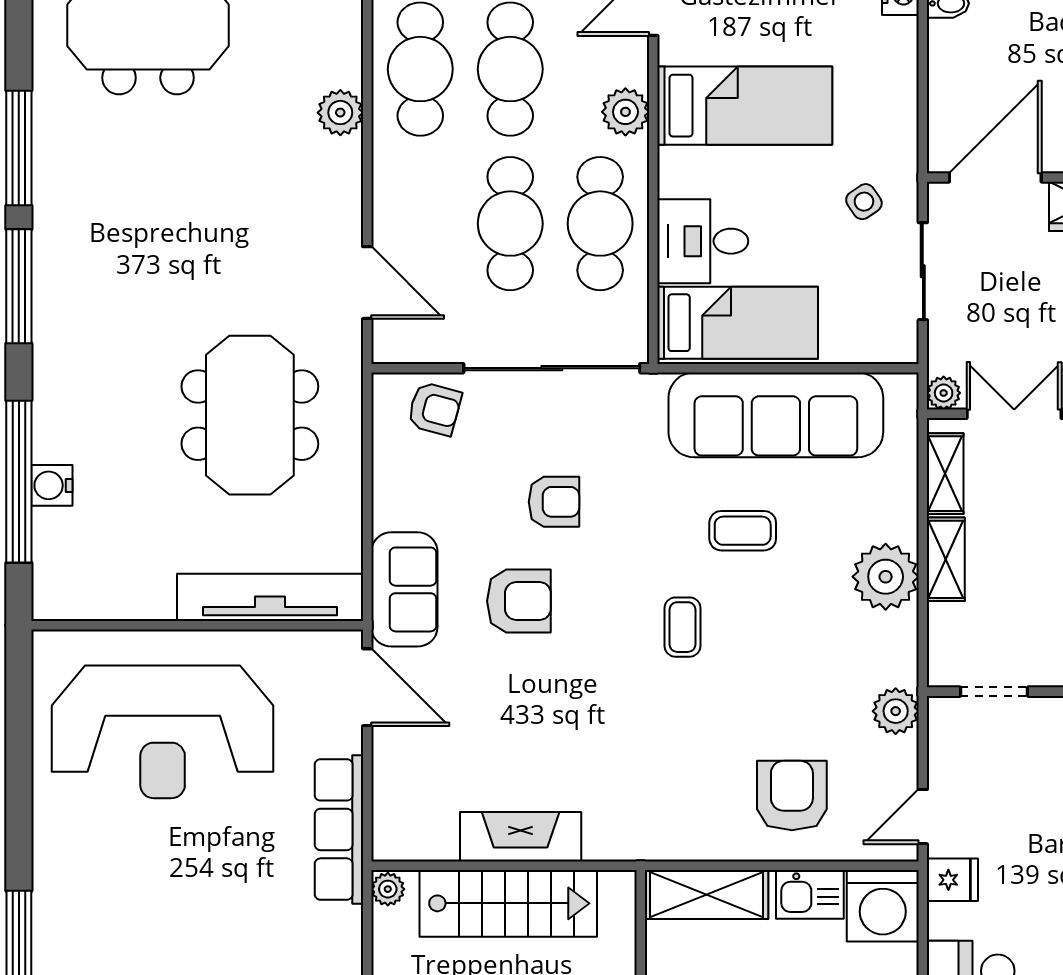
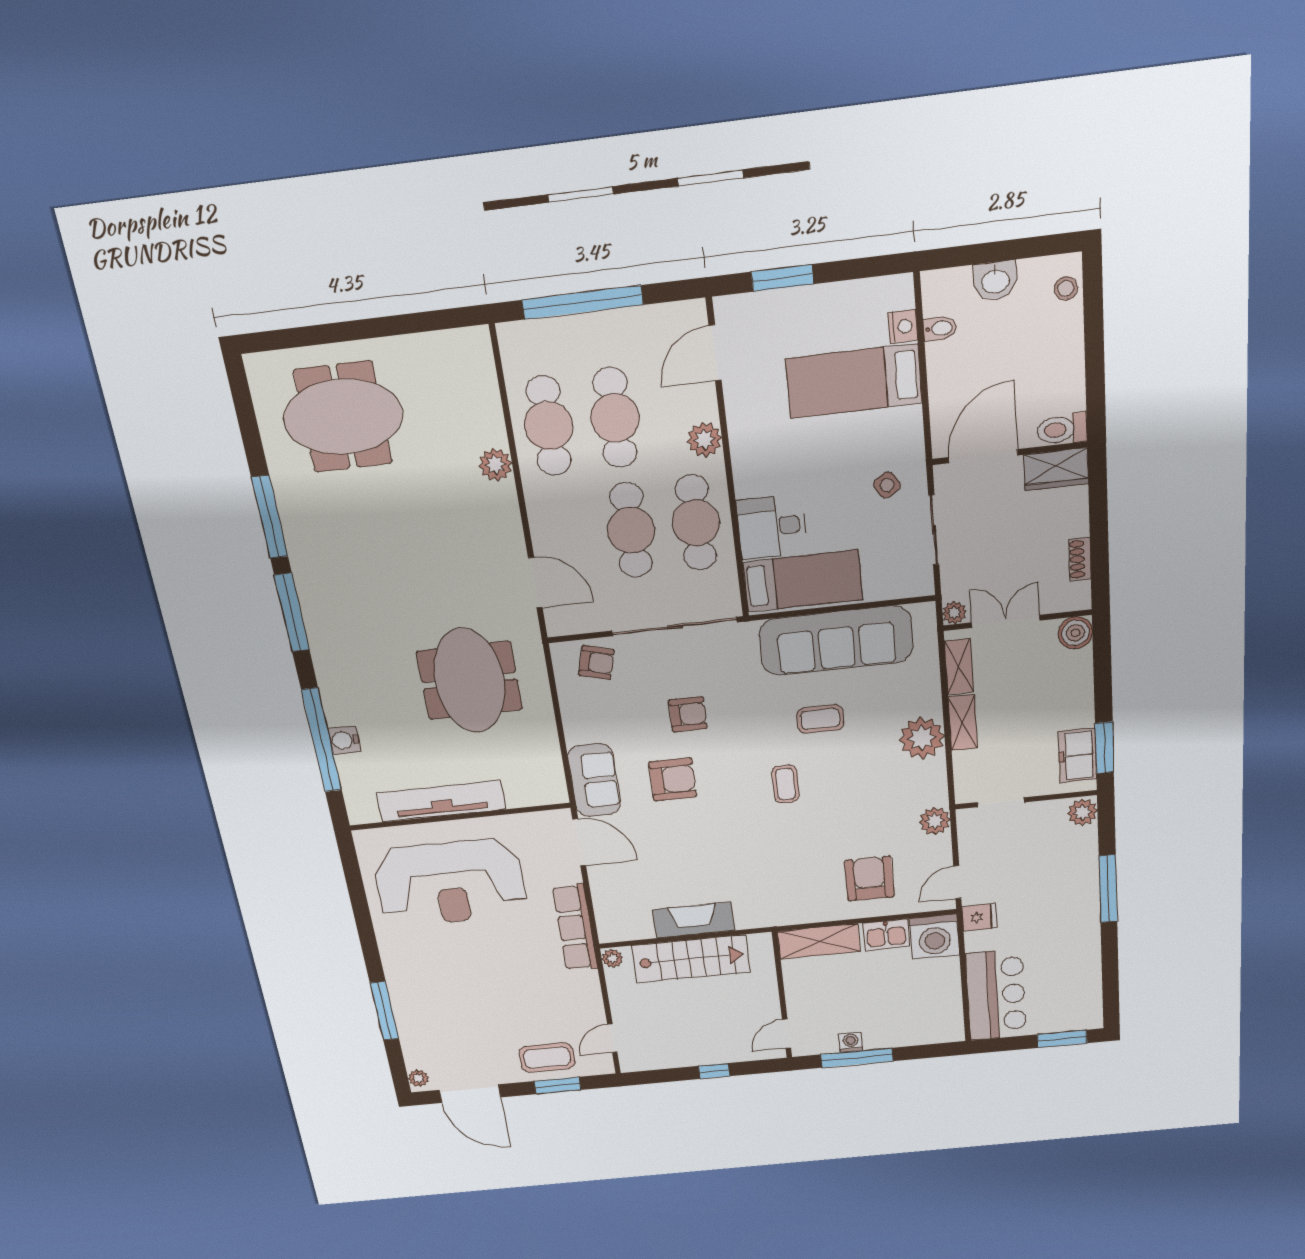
bed: (745, 106) -> (854, 381), moved, turned 180
tv unit: (270, 597) -> (441, 801), moved

